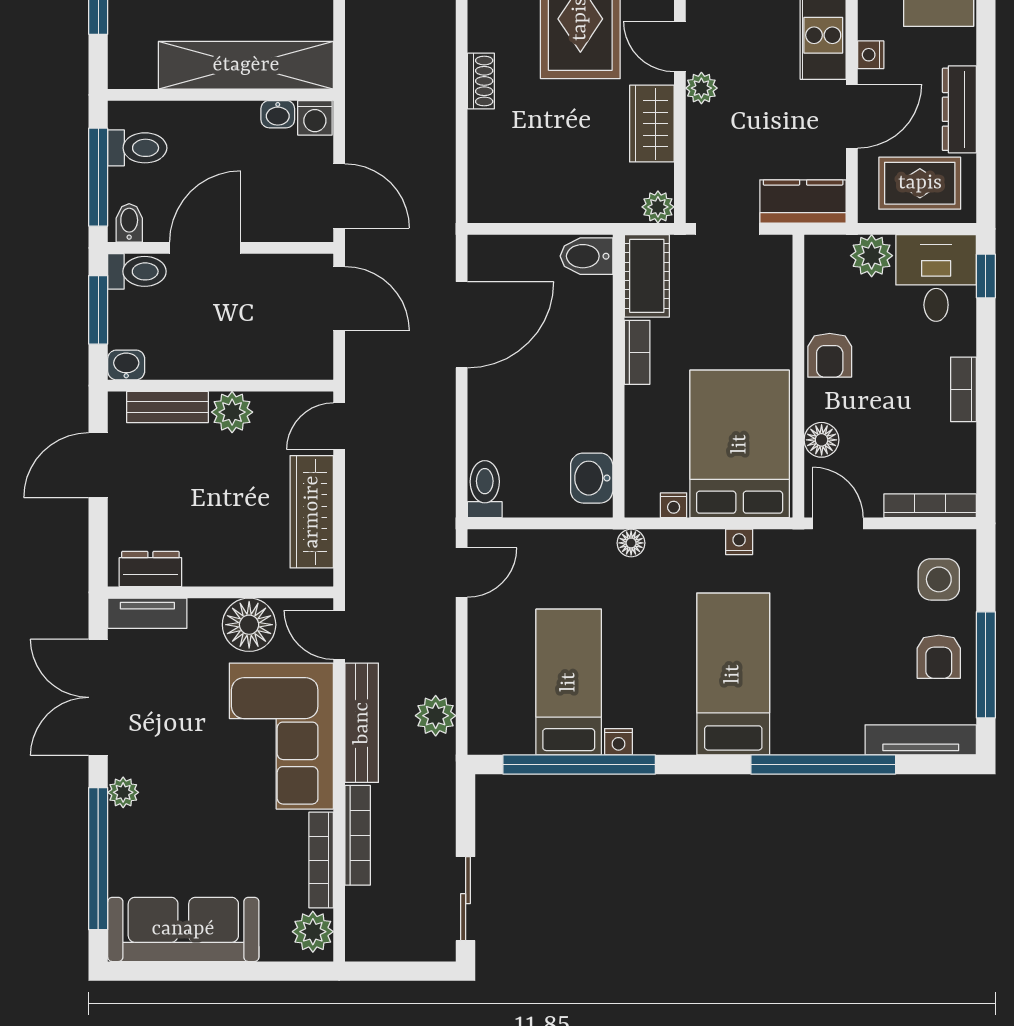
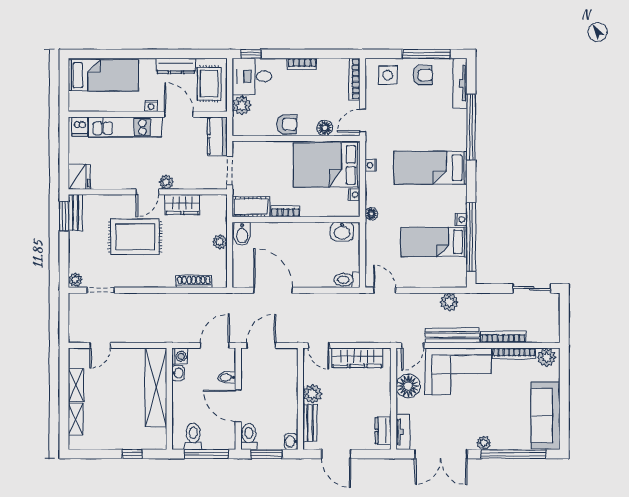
shoe rack: (481, 81) -> (194, 282), moved, width x1.43
plant: (658, 207) -> (220, 242), moved
bidet: (129, 223) -> (227, 377), moved

